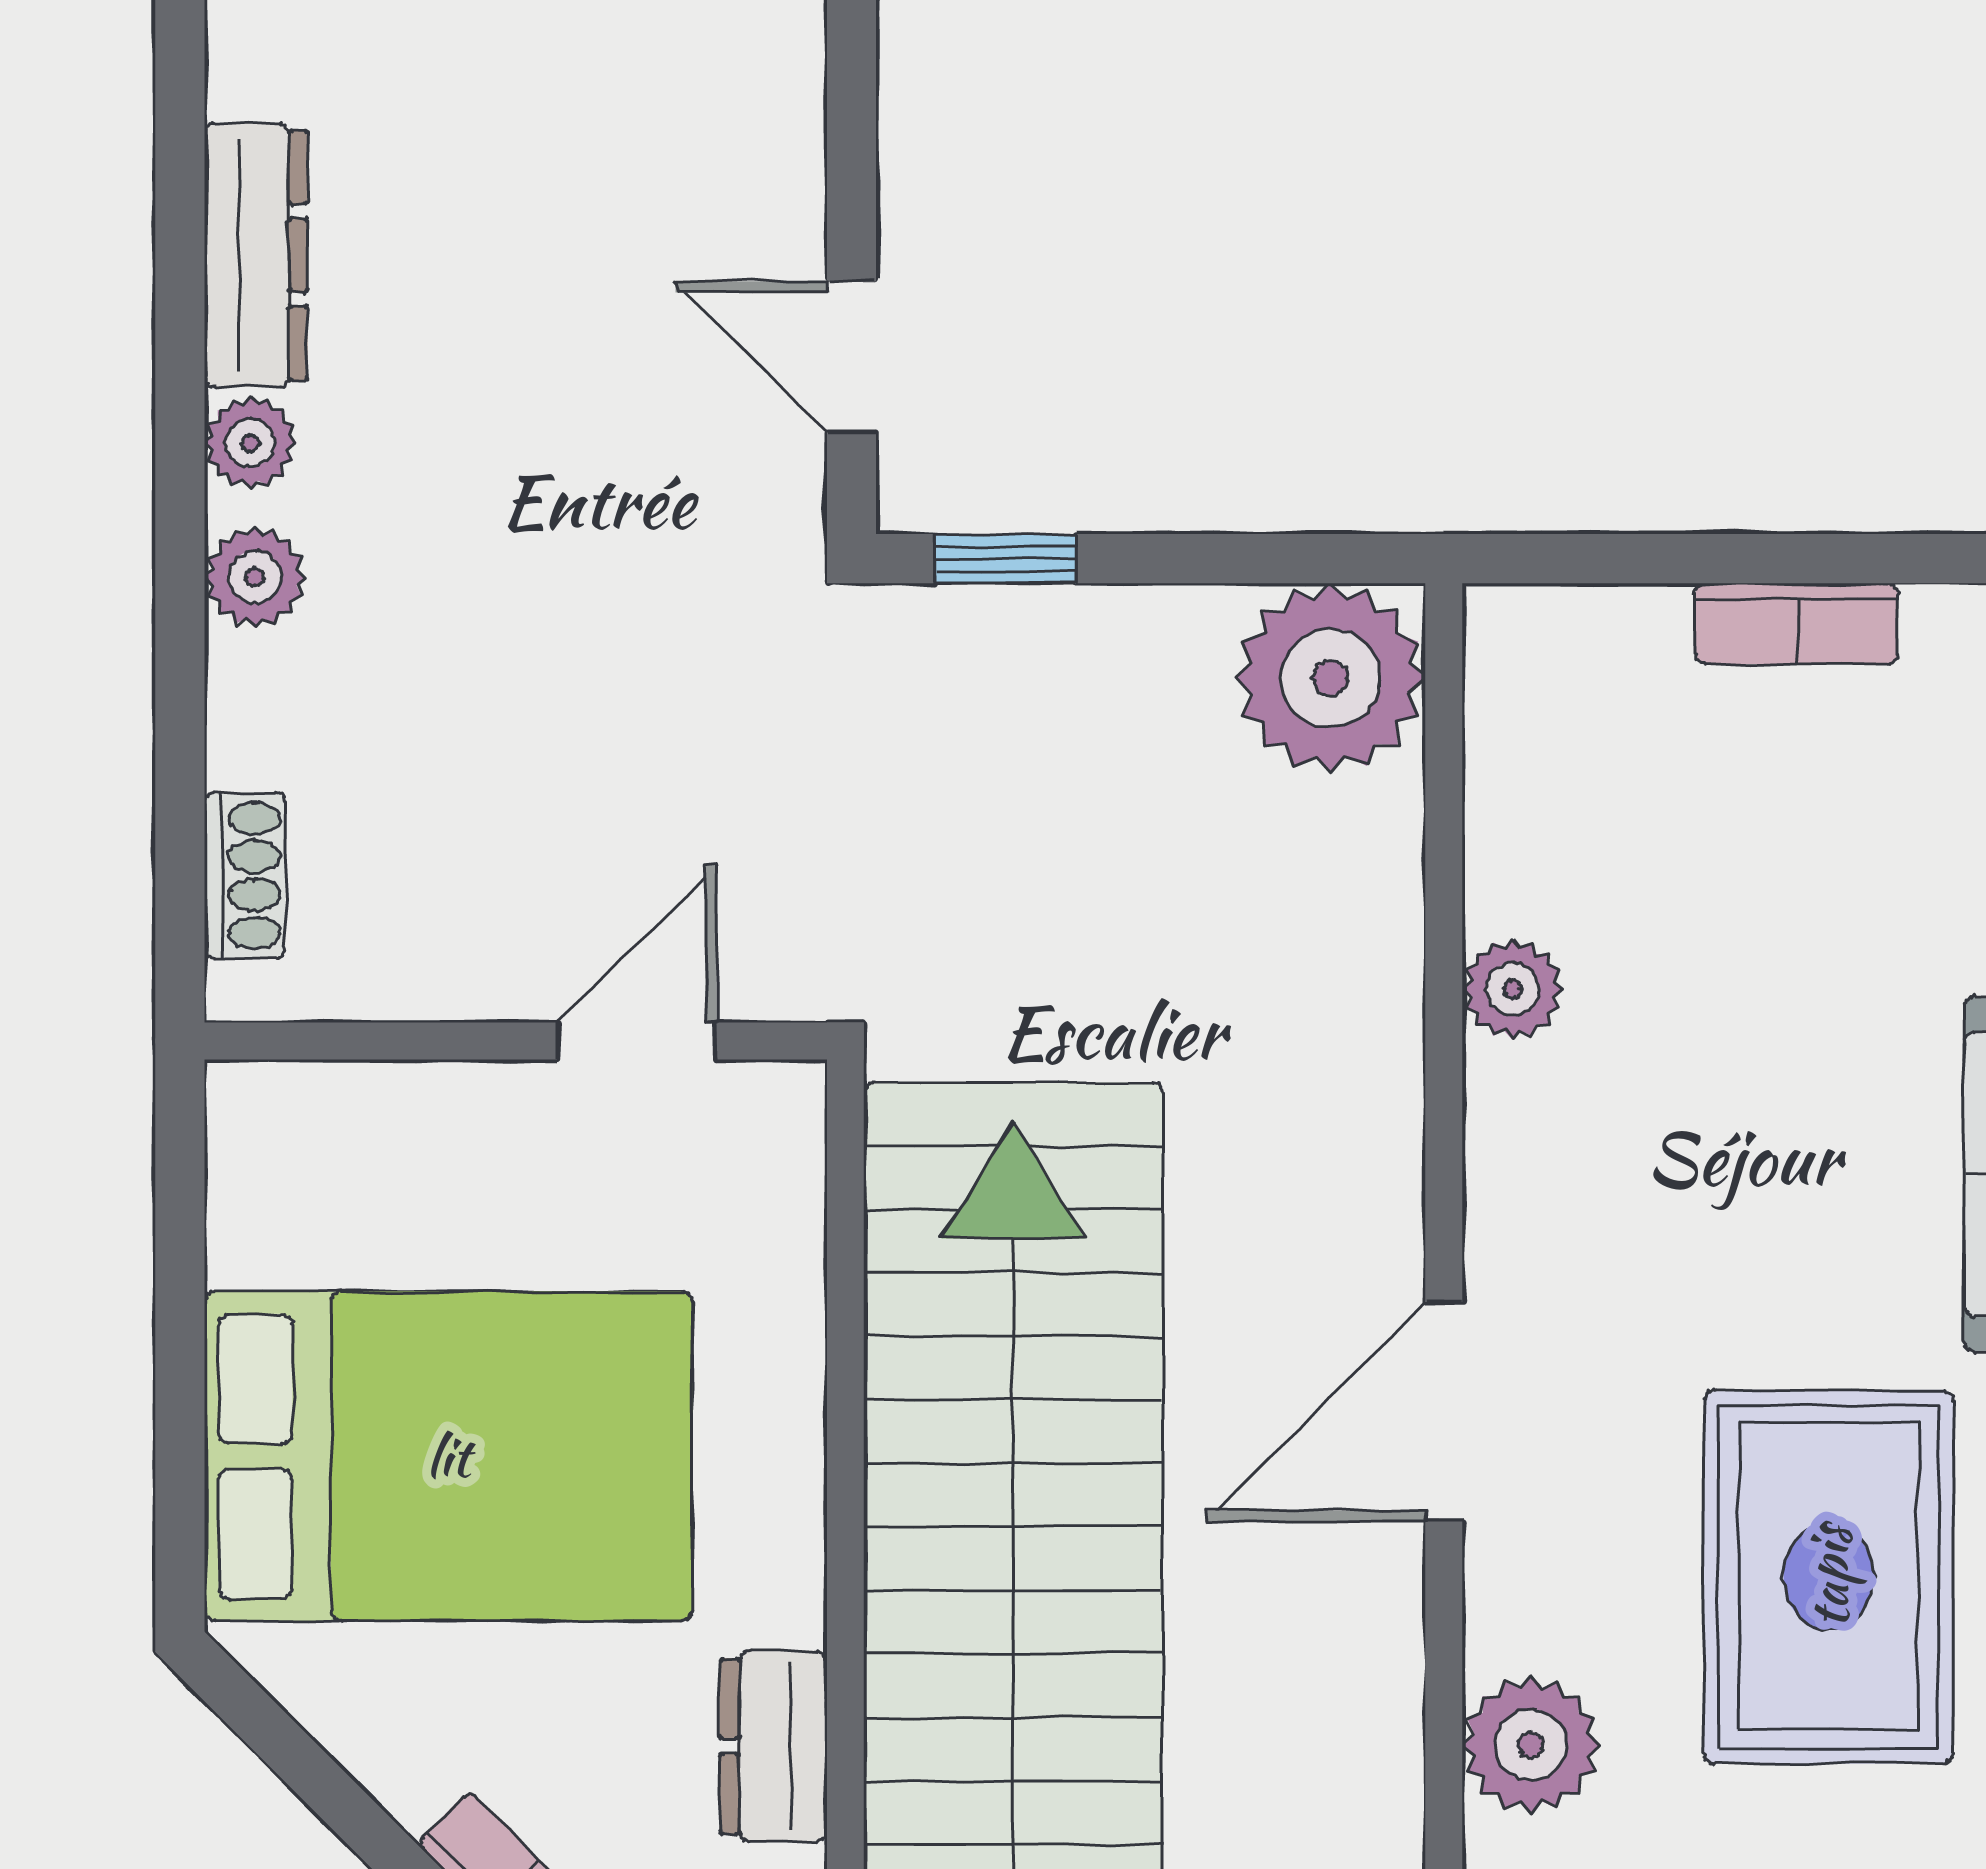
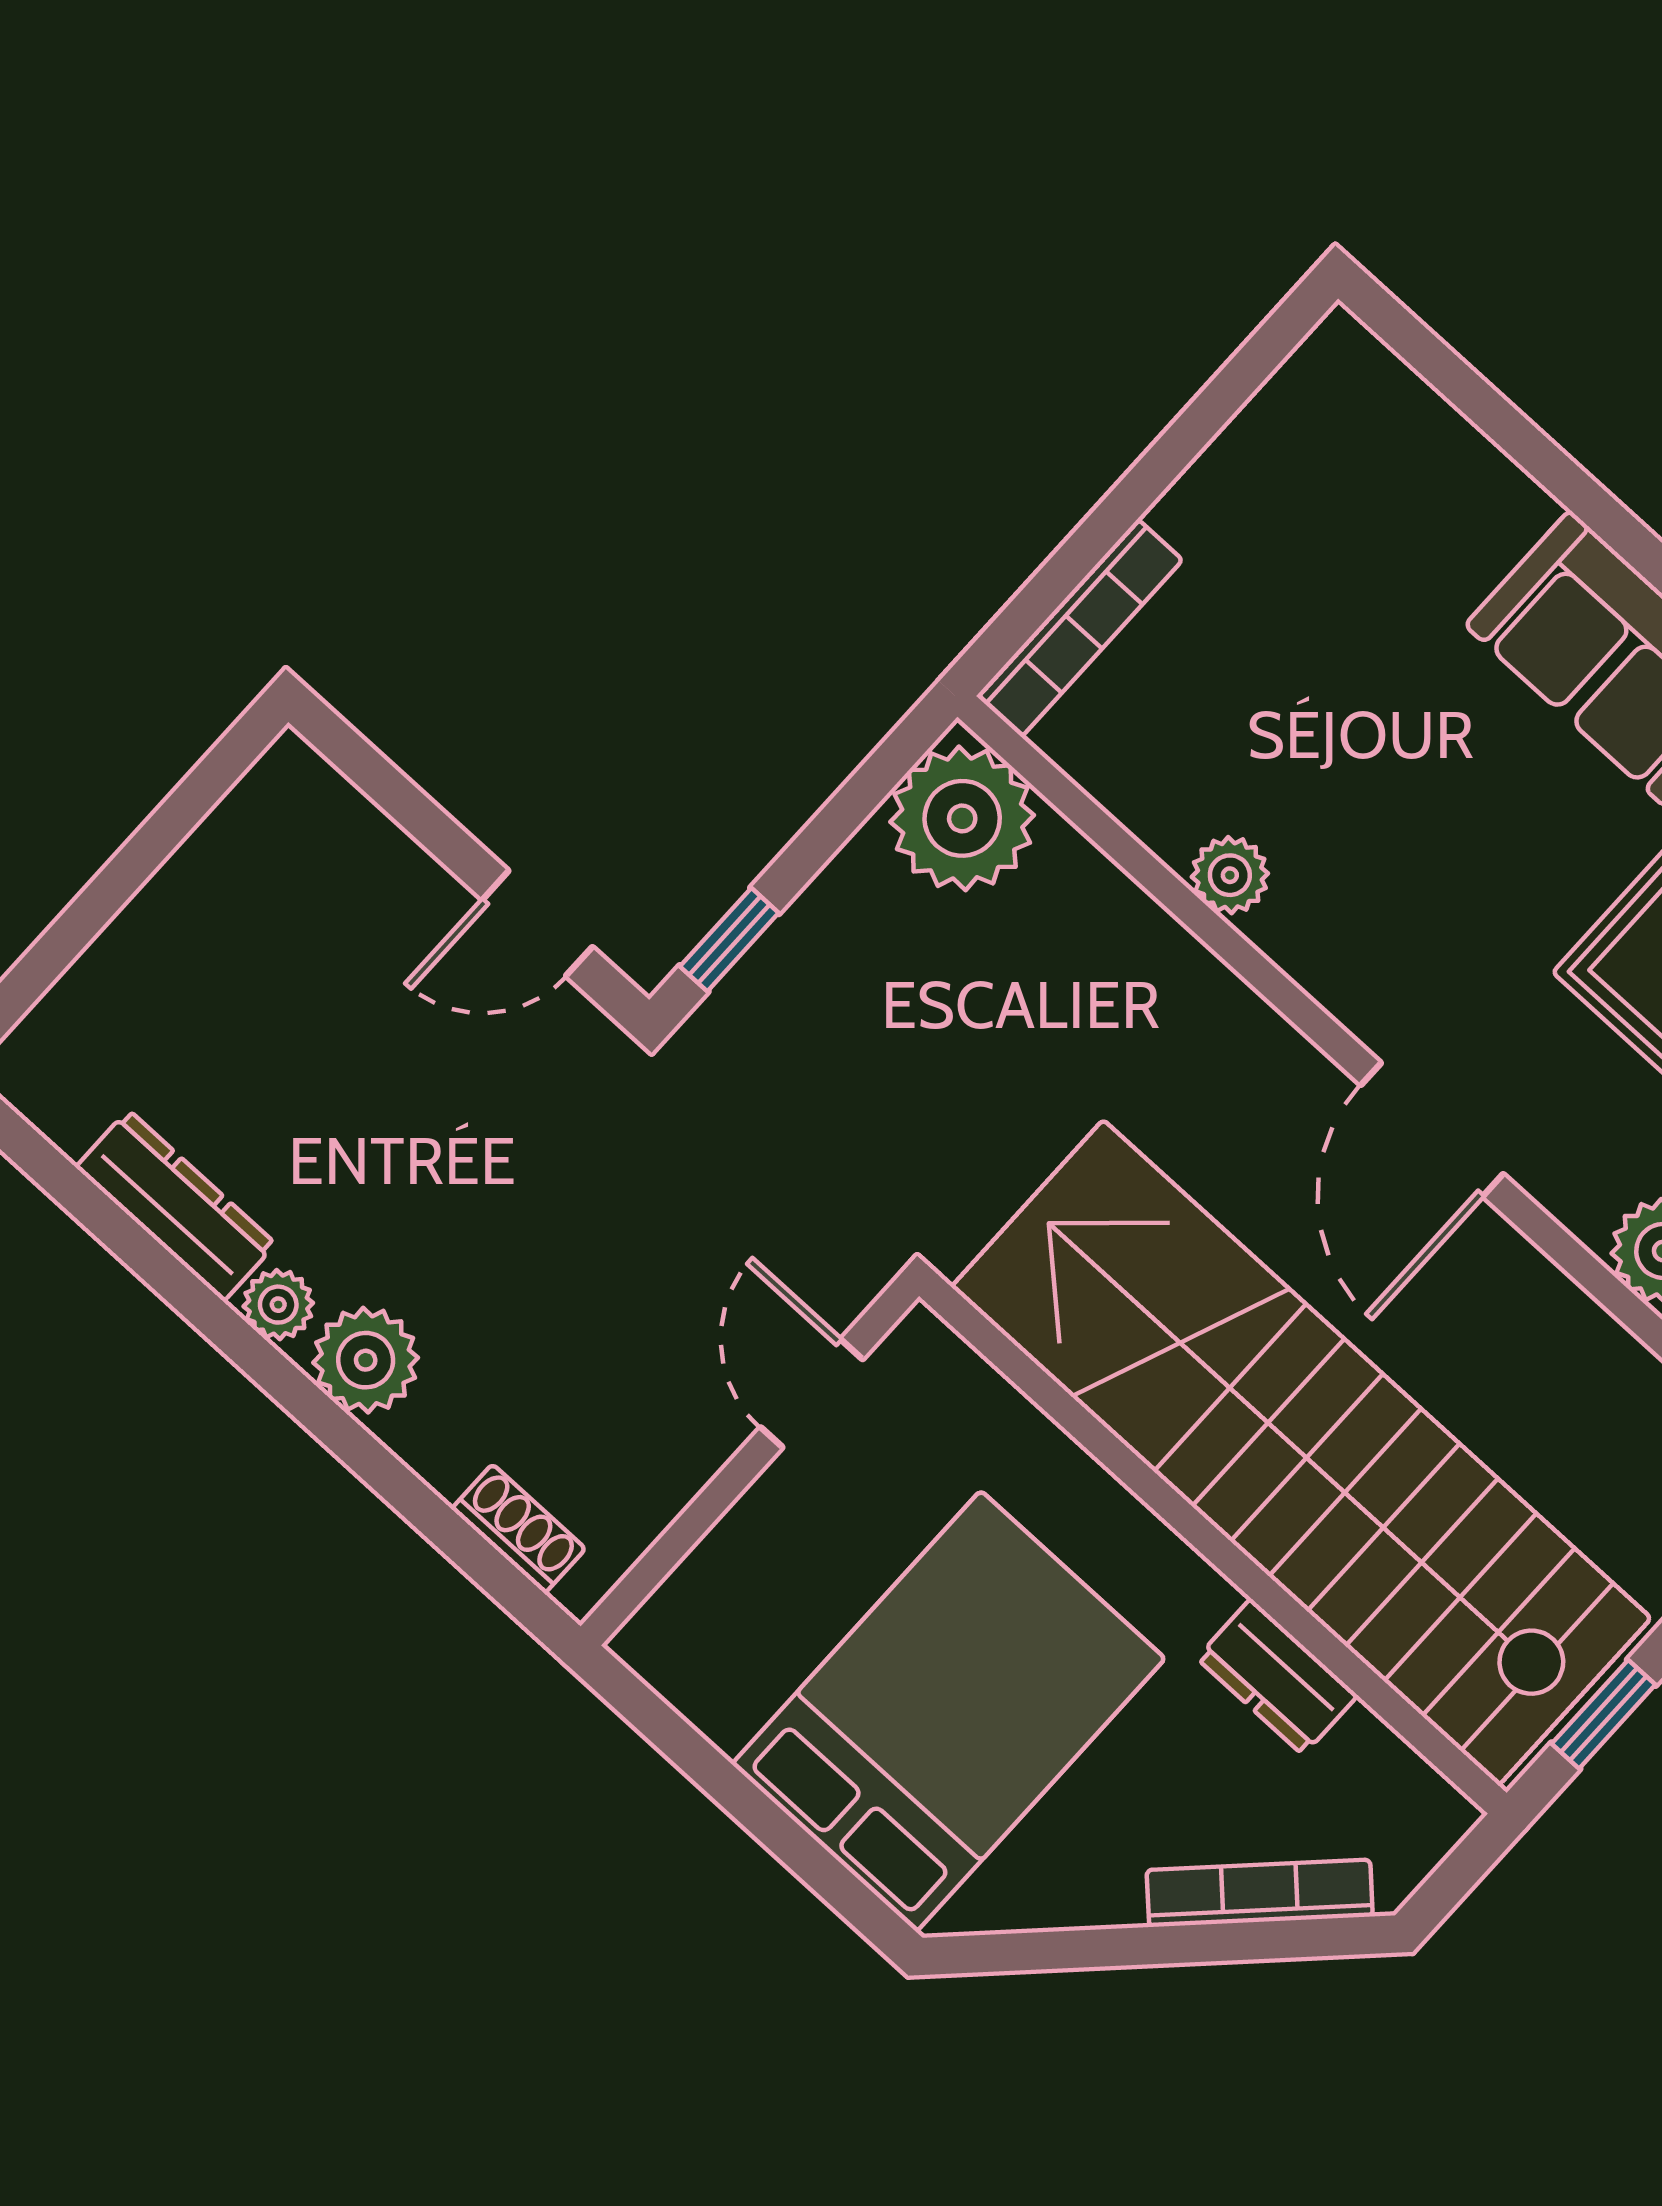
plant: (255, 577) -> (366, 1360), width x1.38, depth x1.38
bookcase: (1796, 624) -> (1079, 628), moved, width x1.56

